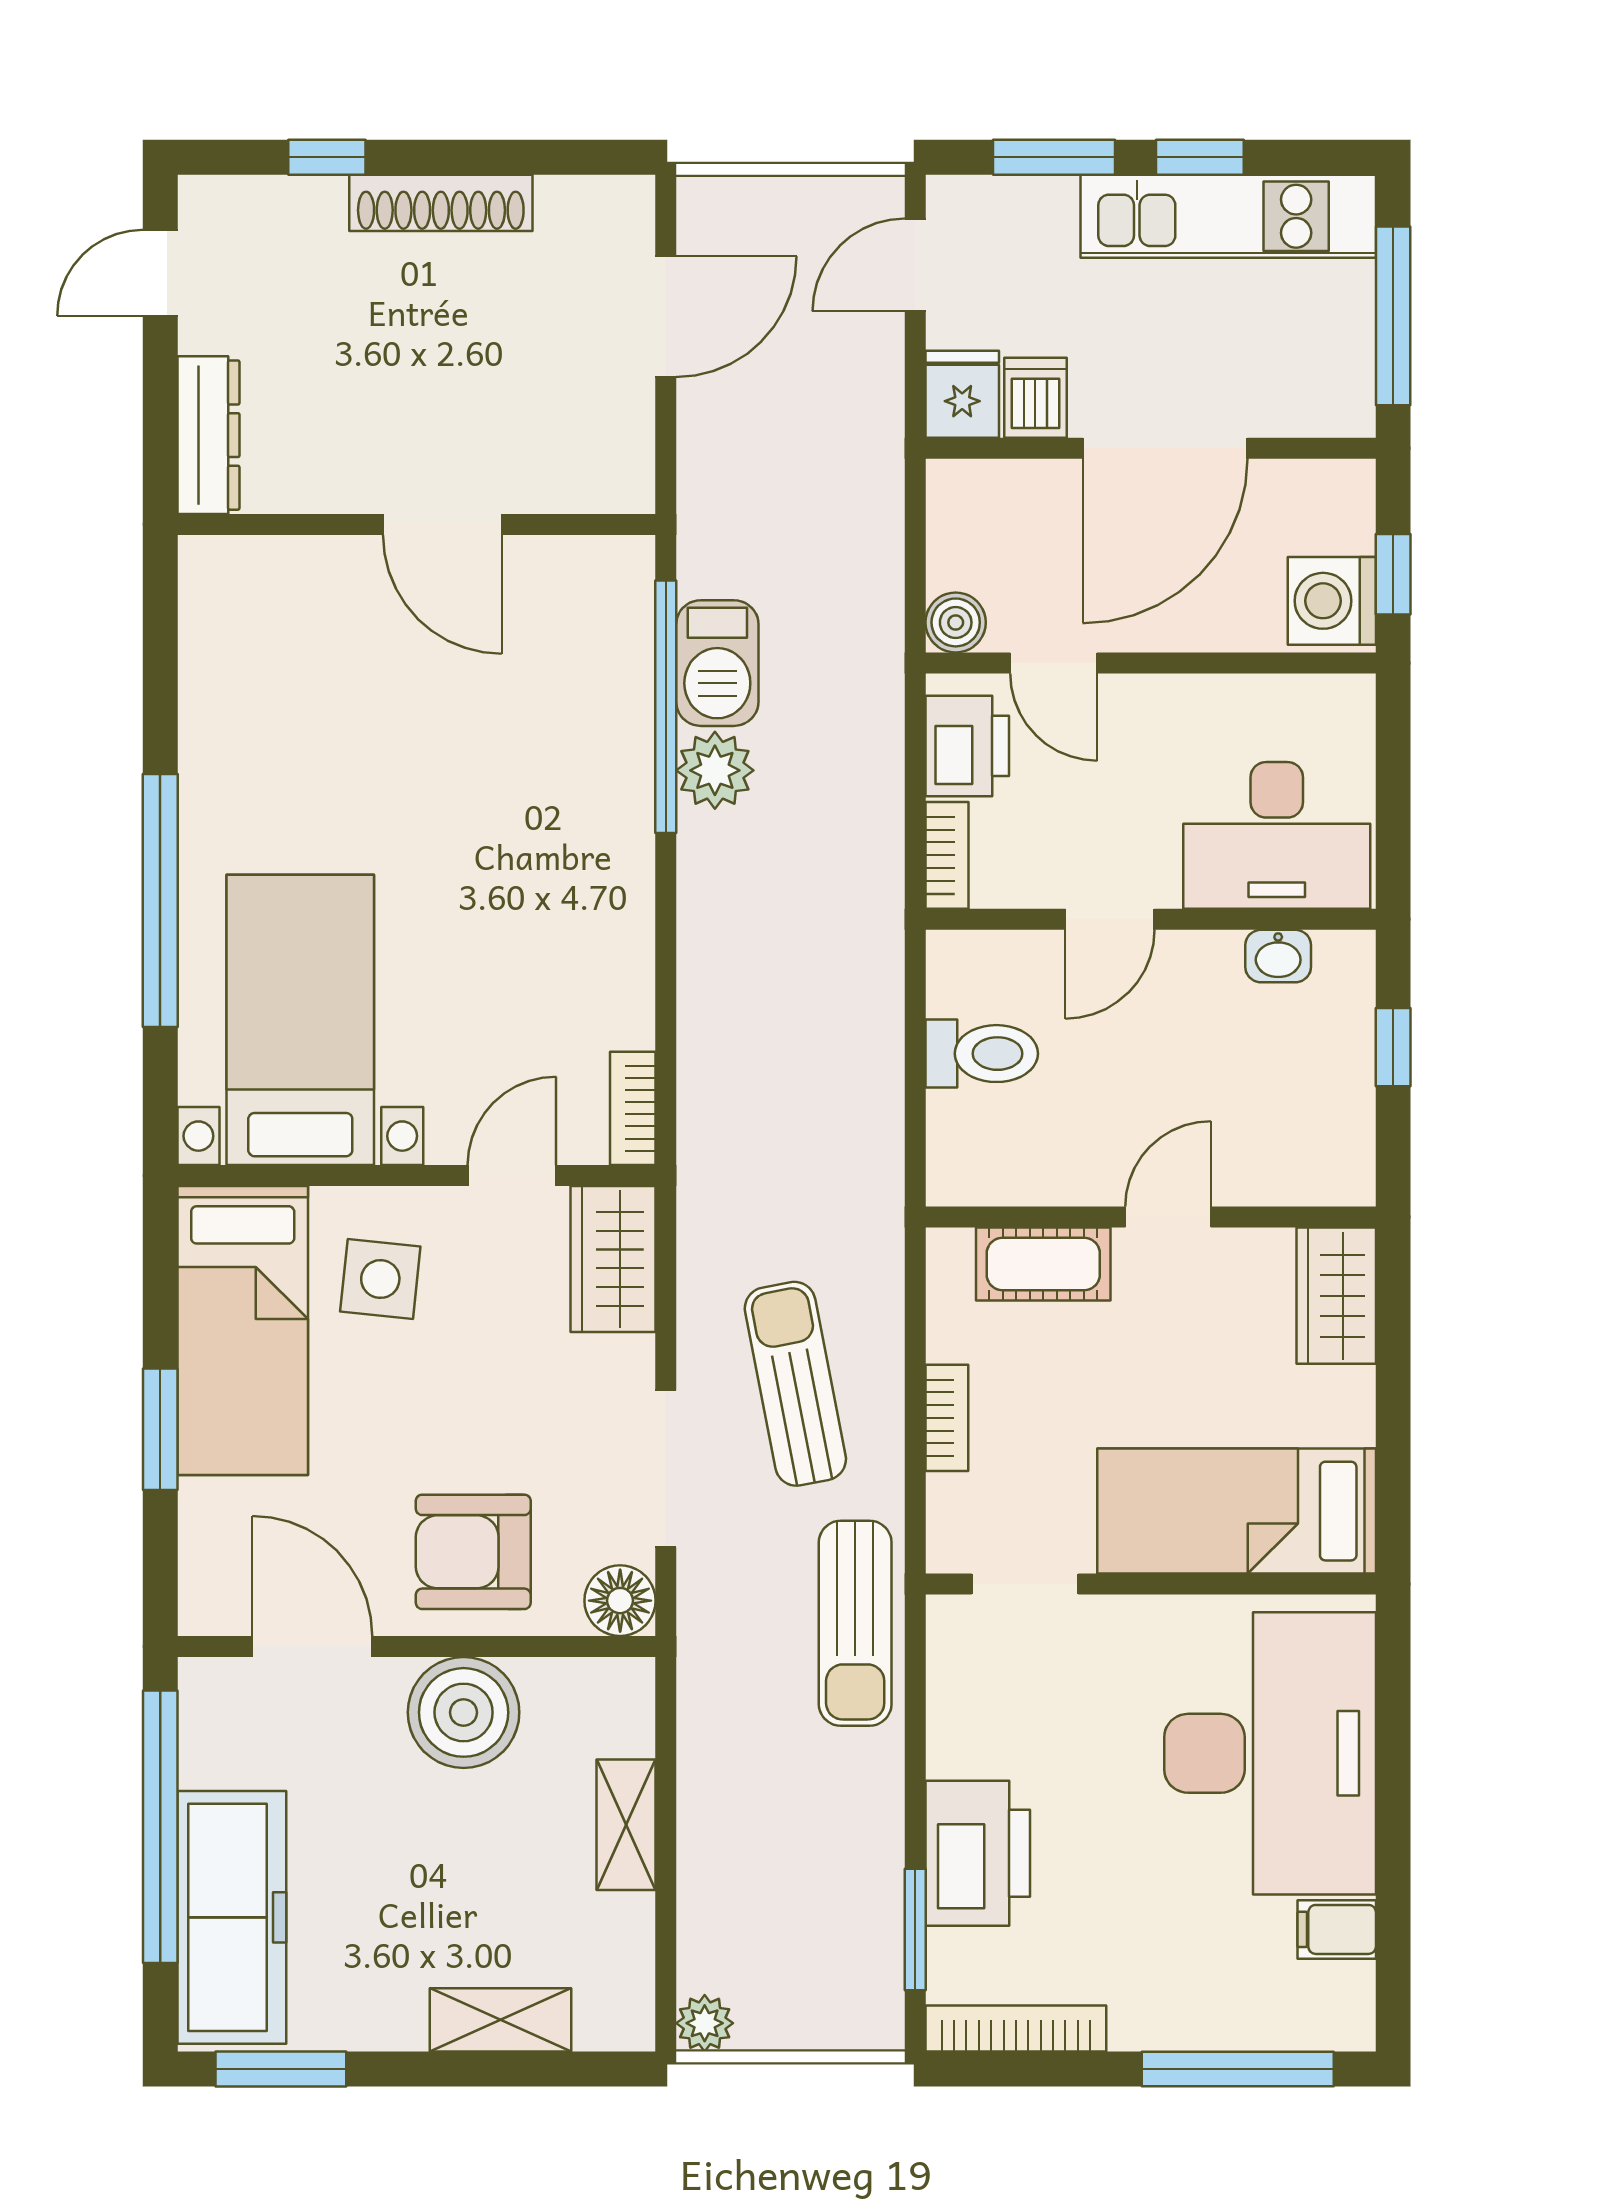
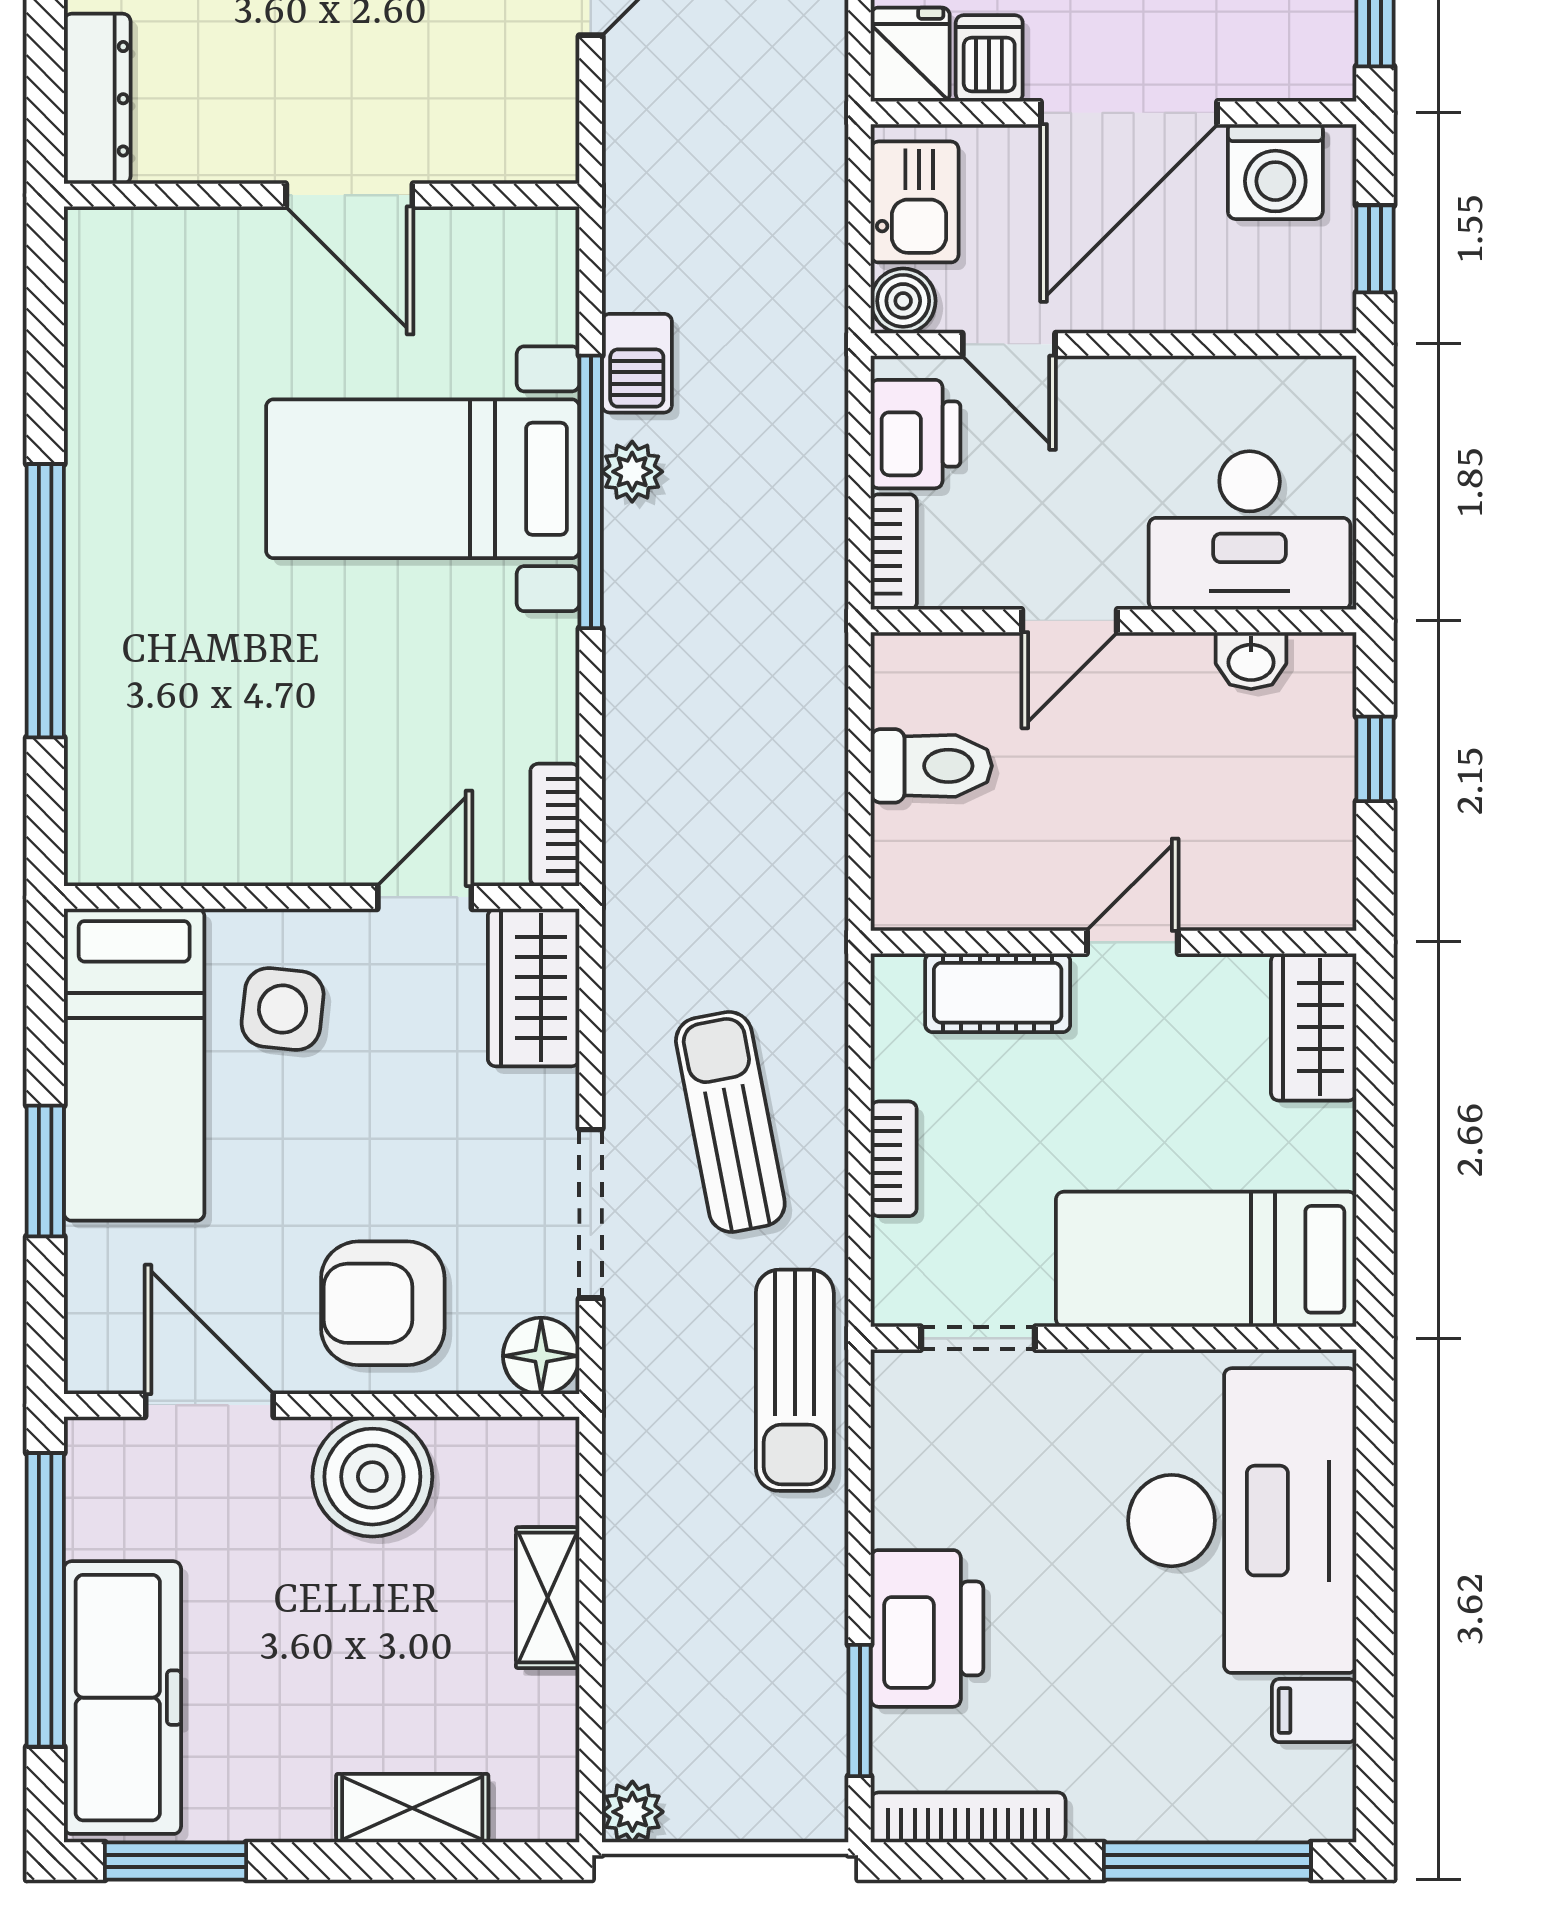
kitchen sink: (966, 531) -> (915, 202), added
washing machine: (1332, 601) -> (1275, 172), moved, turned -90
barbecue: (717, 663) -> (637, 363), width x0.73, depth x0.79
window: (666, 707) -> (591, 492), moved
plant: (715, 770) -> (632, 472), width x0.73, depth x0.73
bed with nightstands: (300, 1020) -> (423, 479), moved, turned -90

